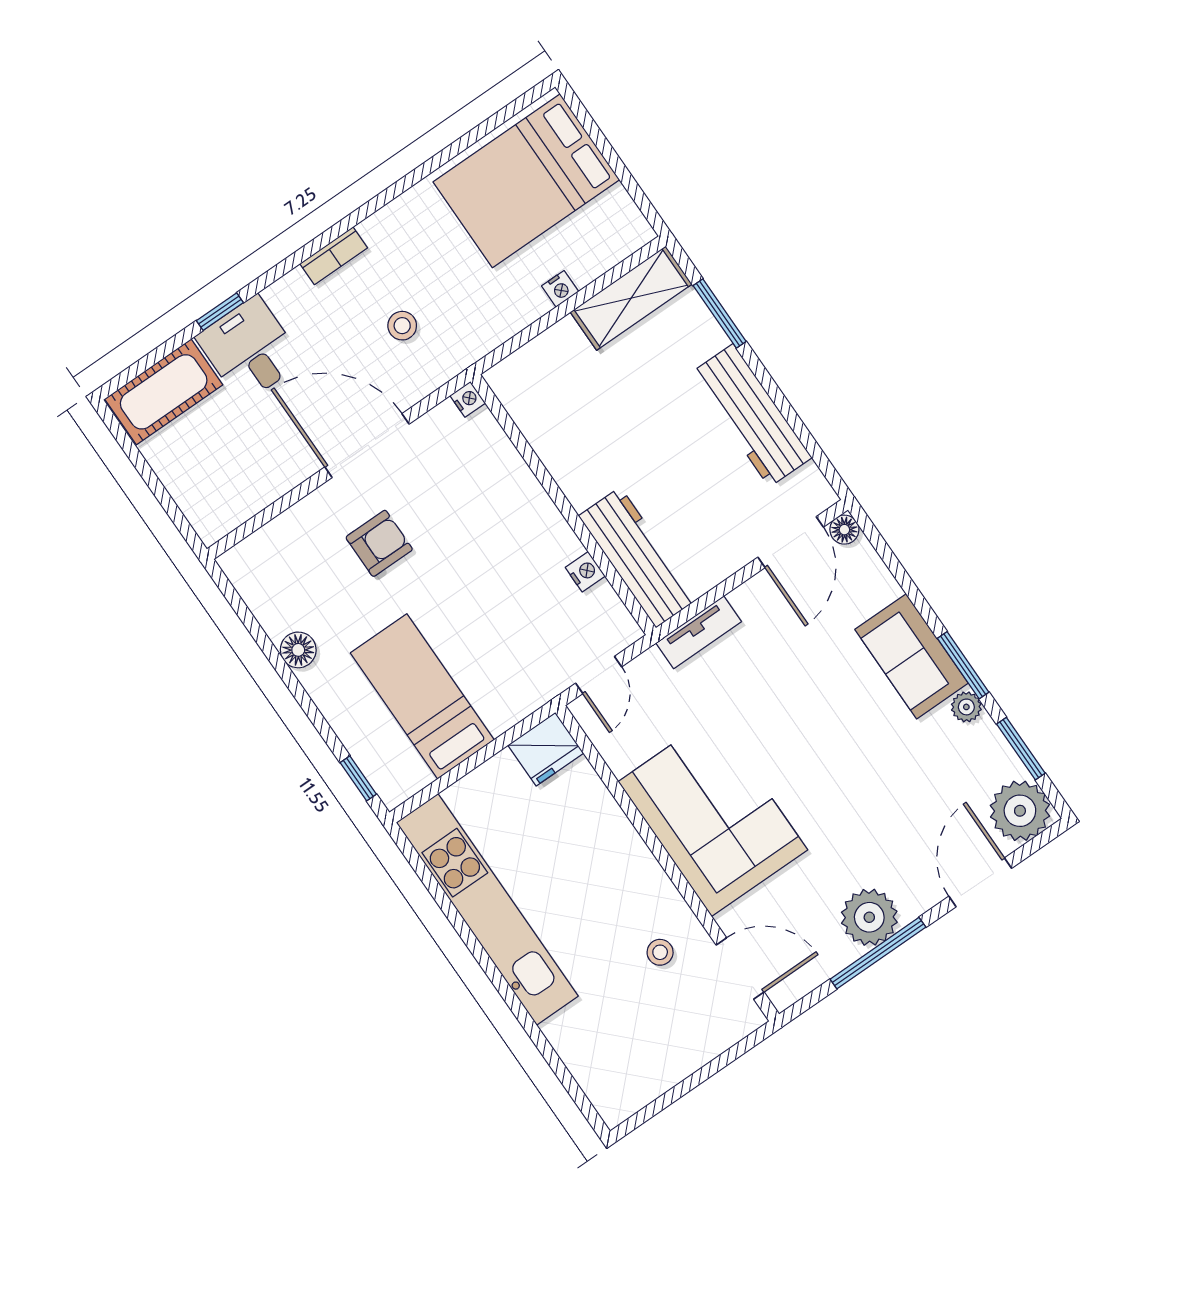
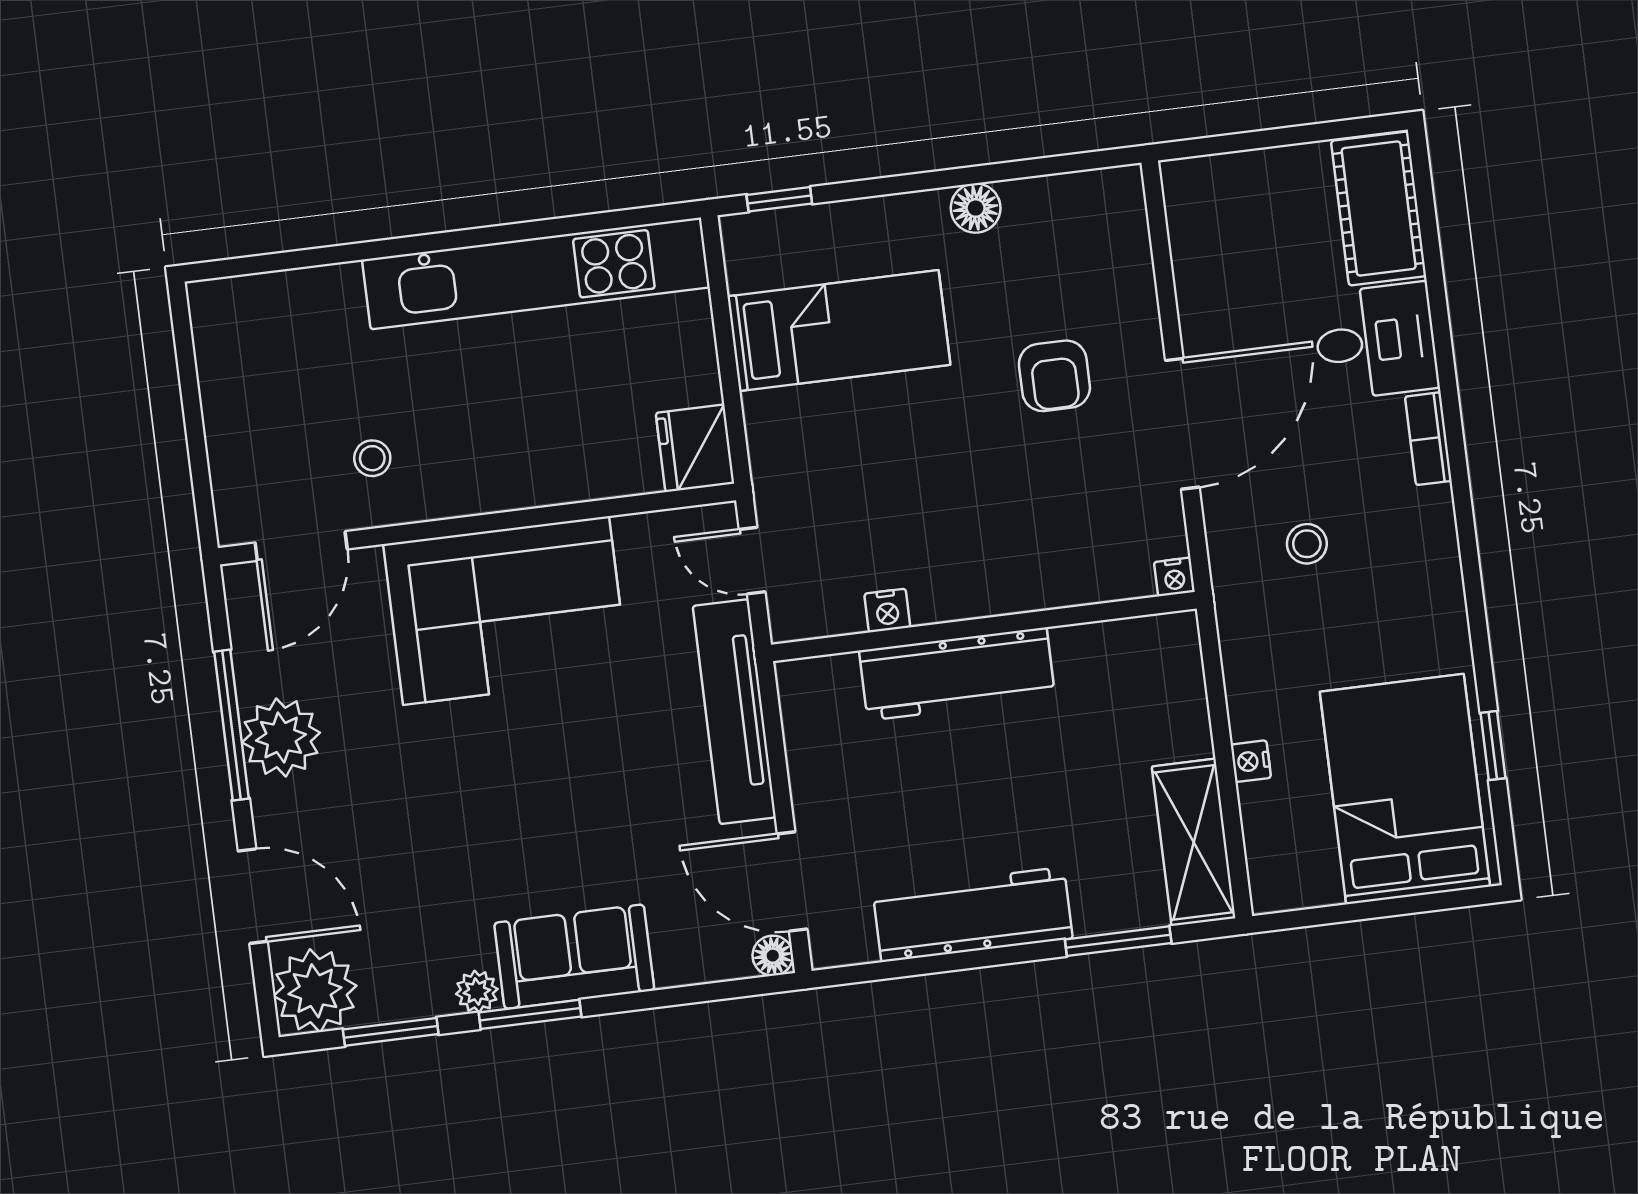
bookcase: (334, 256) -> (1428, 439), moved
window: (220, 312) -> (1493, 745), moved
workbench: (638, 557) -> (957, 674), moved
tv unit: (699, 632) -> (734, 712), width x1.92, depth x1.29

